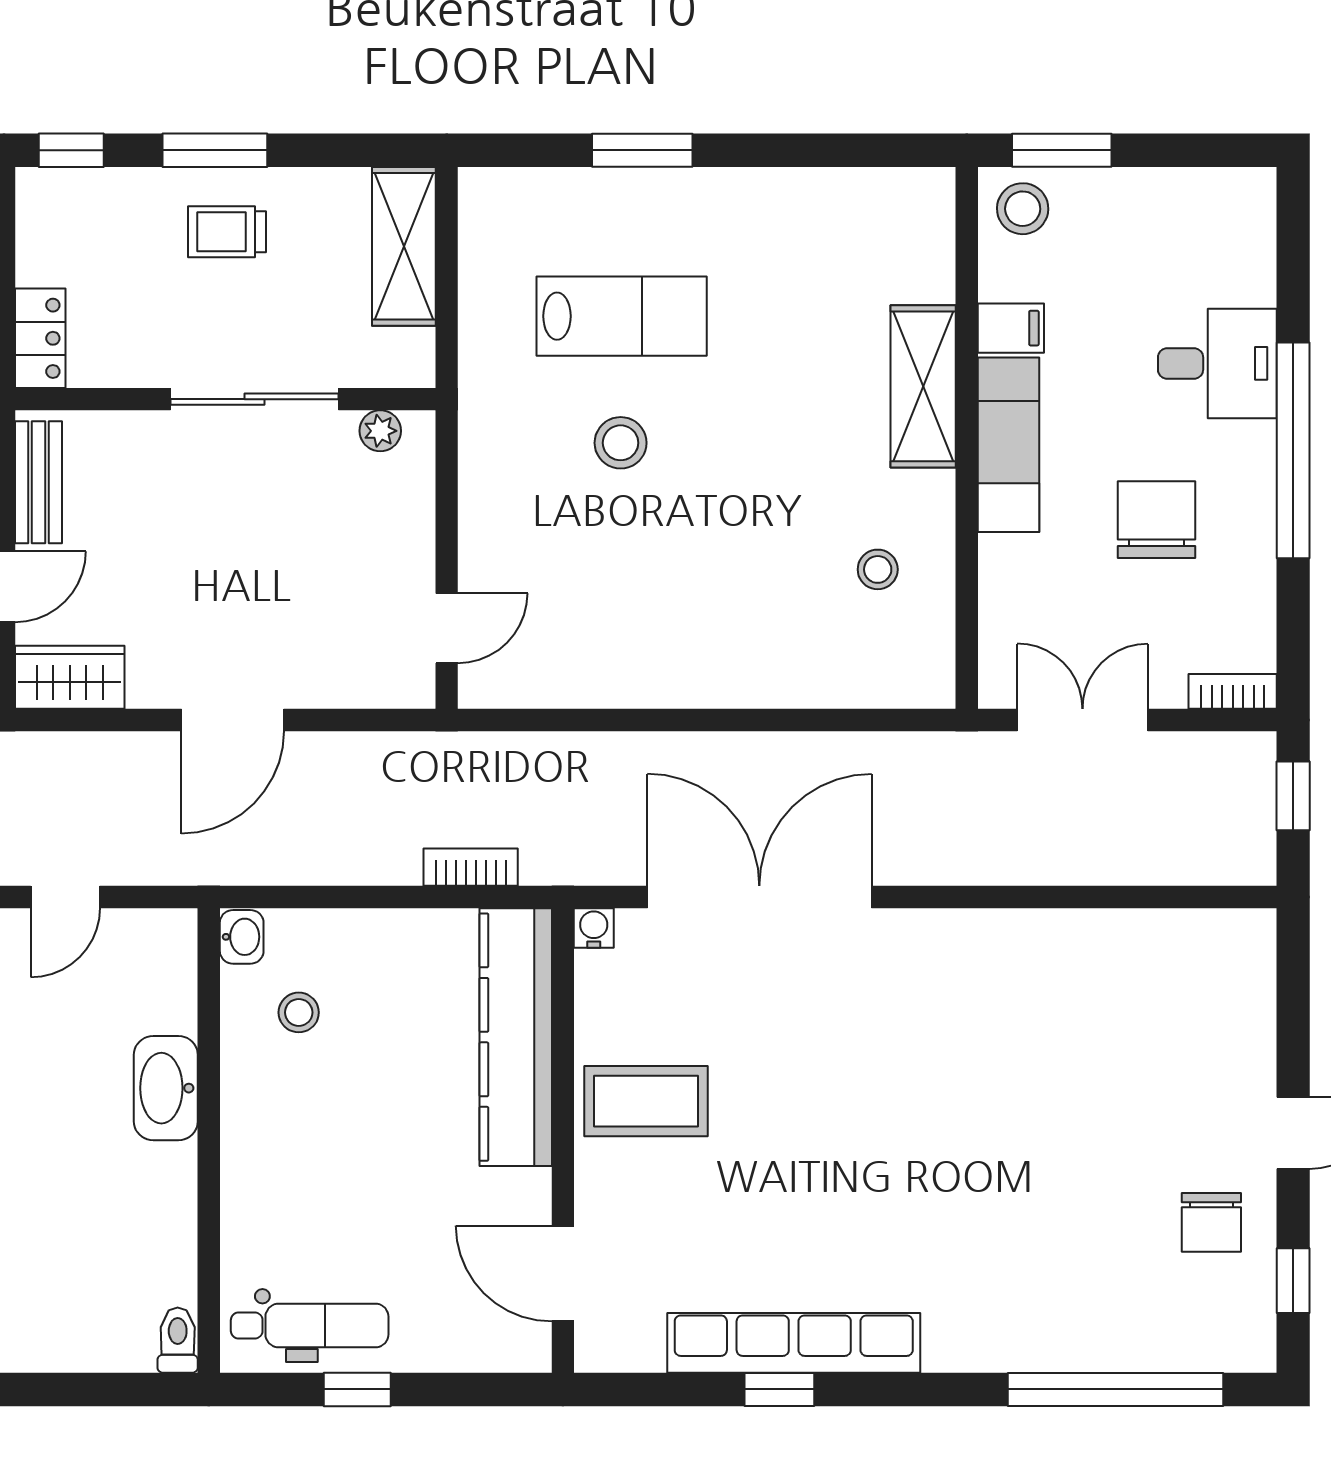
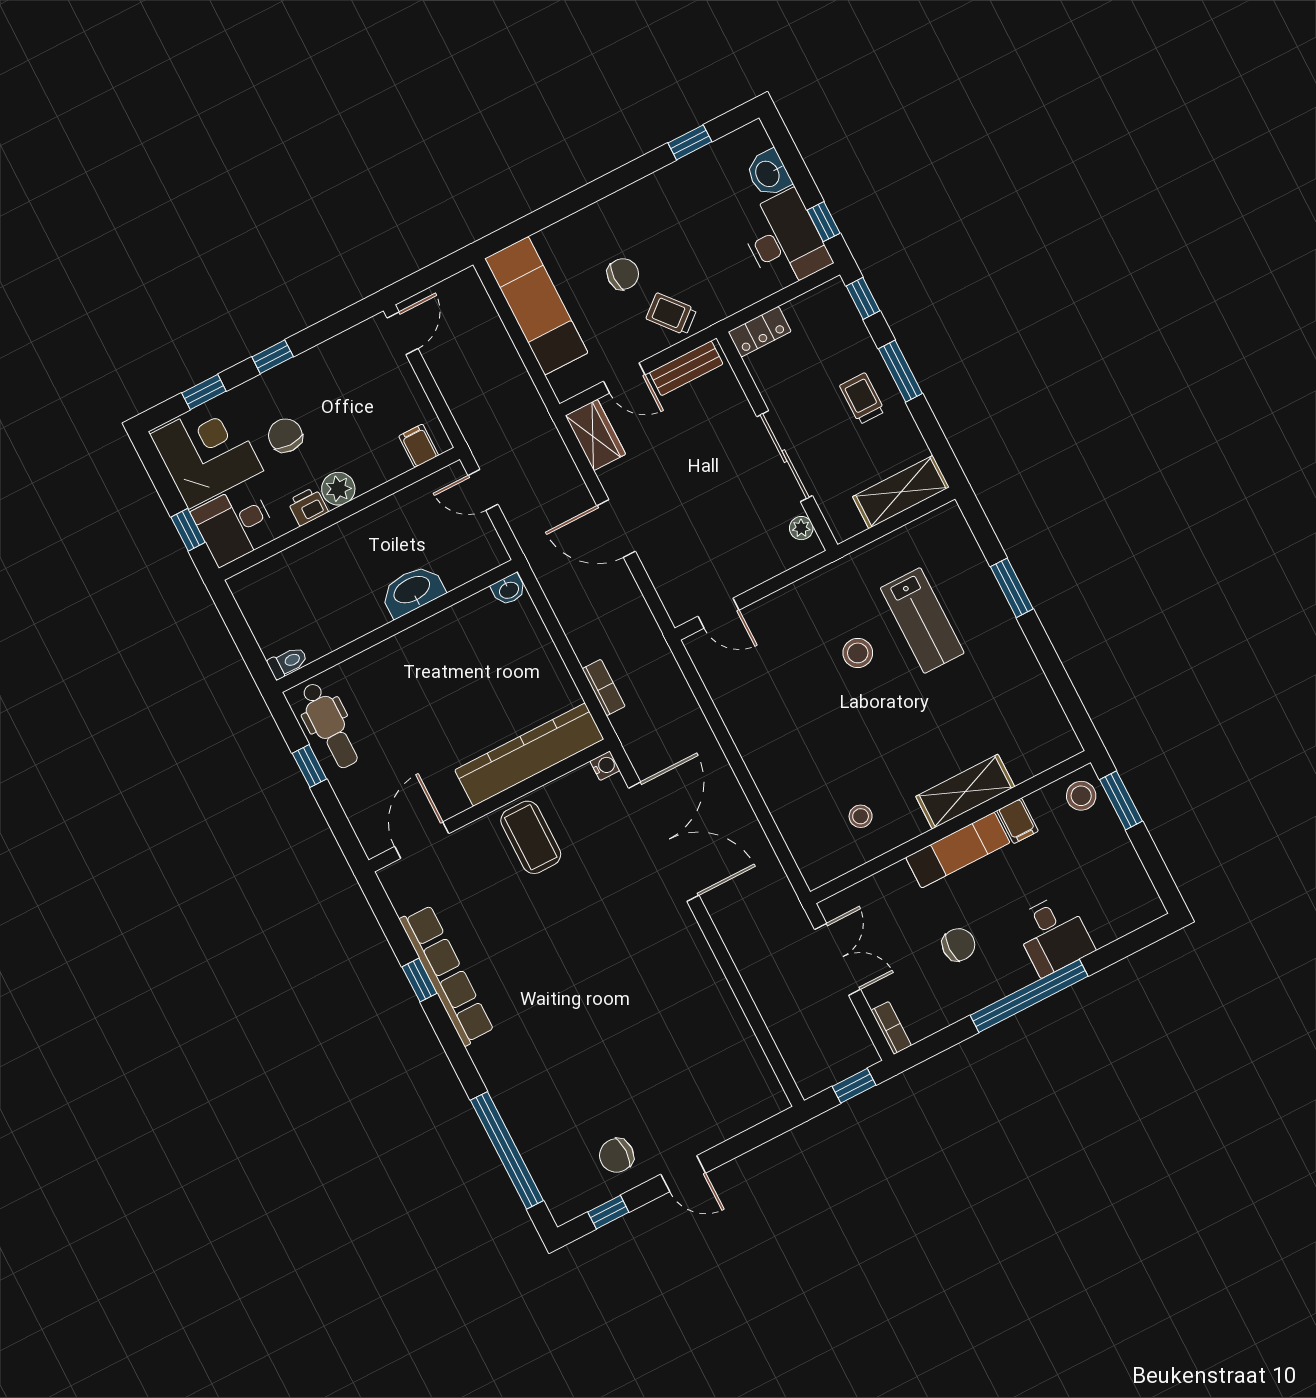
chair: (1157, 520) -> (958, 945), width x0.73, depth x0.73
stool: (299, 1012) -> (485, 638), removed

